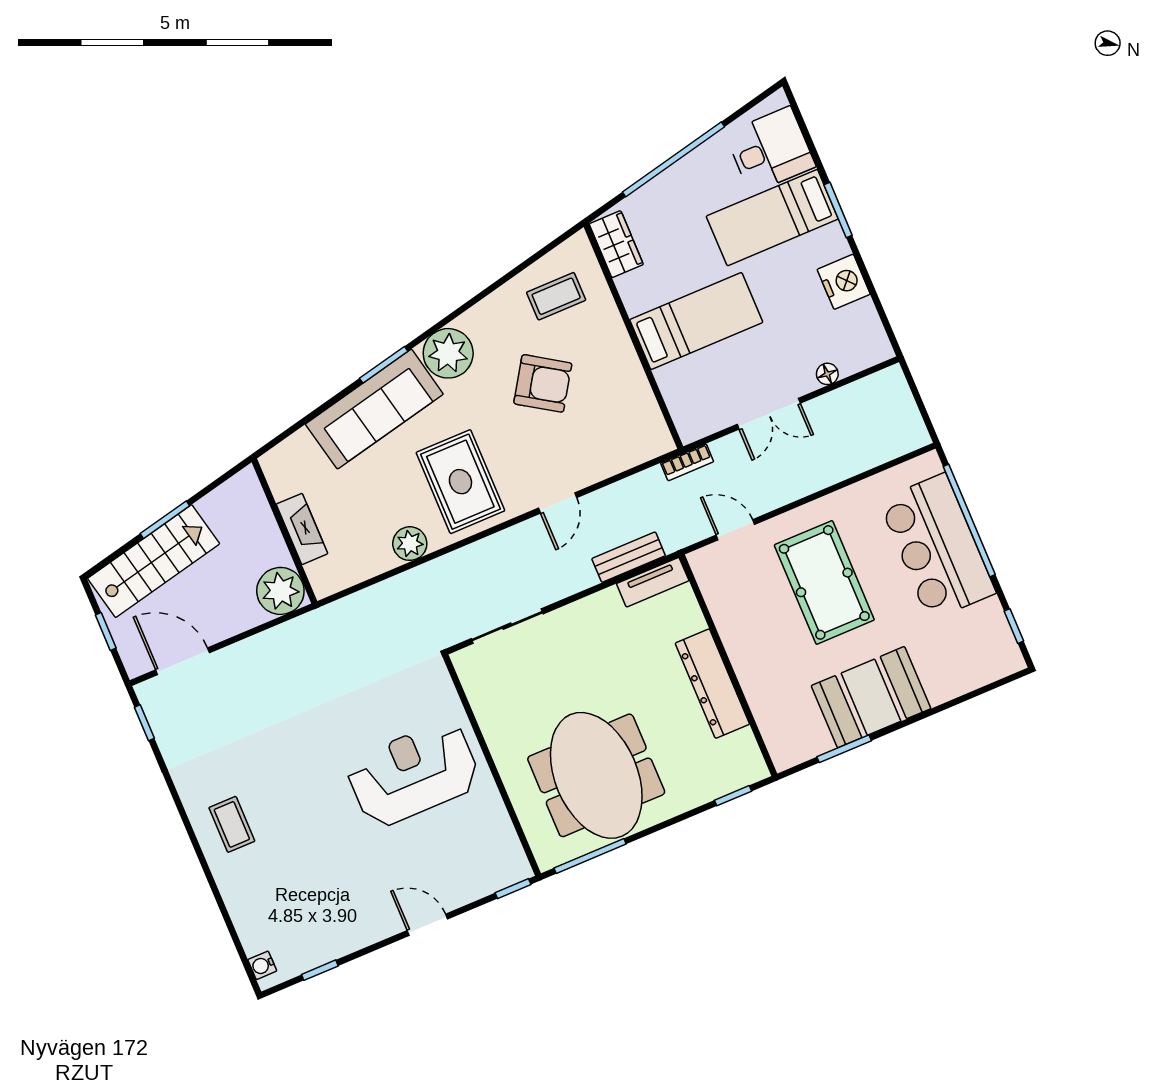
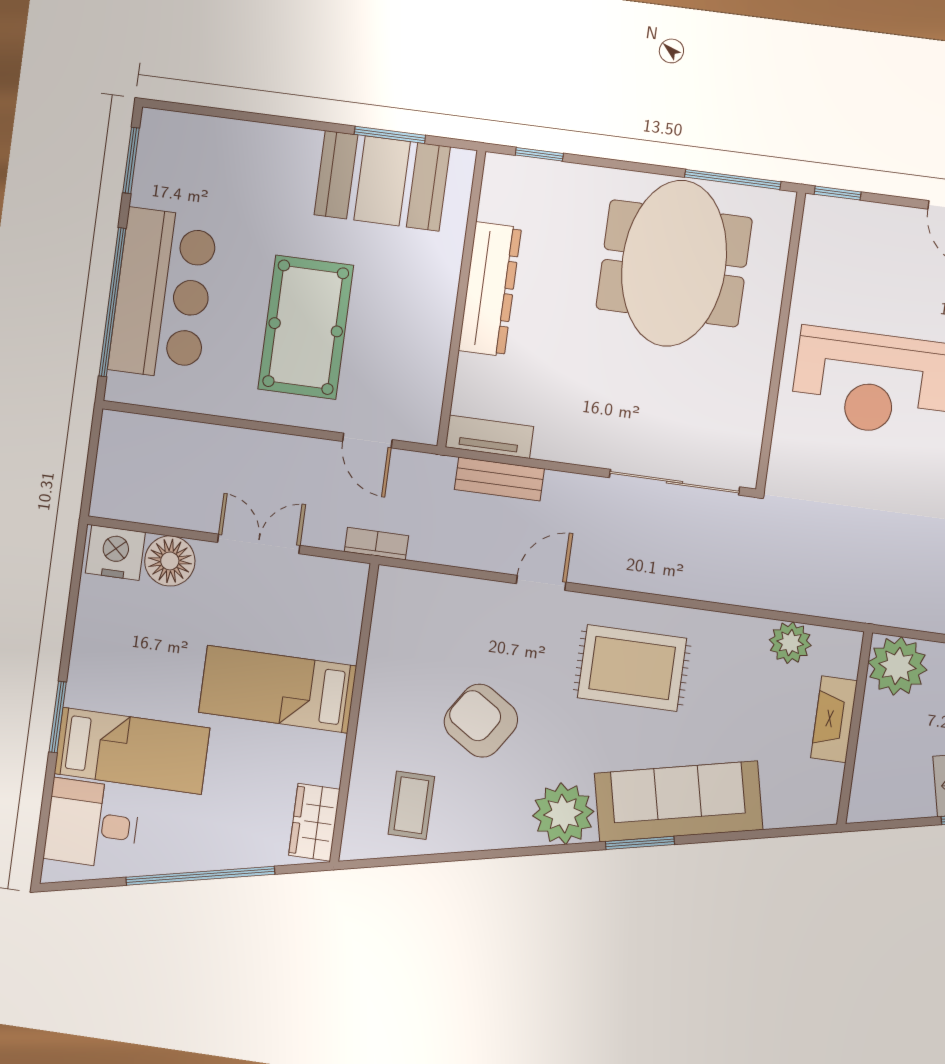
nightstand: (844, 282) -> (115, 553), moved, turned 90
coffee table: (556, 296) -> (411, 805), turned 90
floor lamp: (827, 374) -> (170, 561), width x1.89, depth x1.89
rug: (460, 482) -> (632, 668), turned 90
plant: (410, 544) -> (790, 643), moved
sliding door: (507, 626) -> (675, 482), width x1.37
window: (1014, 626) -> (131, 160), width x1.50
booth: (871, 697) -> (382, 181), moved

